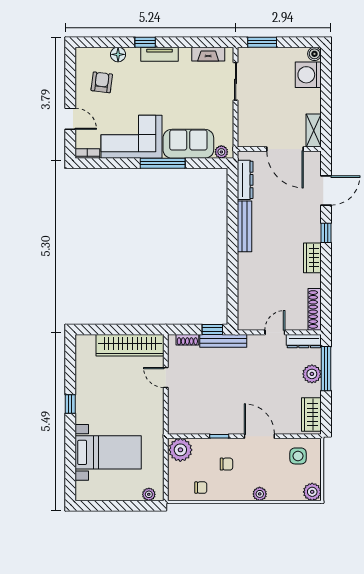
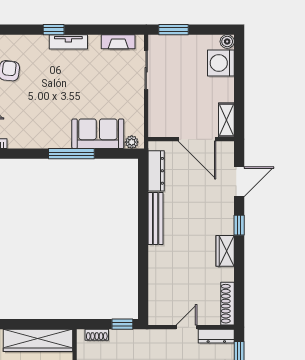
floor lamp: (118, 54) -> (26, 42), removed
corner sofa: (131, 137) -> (39, 127), removed
bench: (223, 341) -> (134, 336), removed

